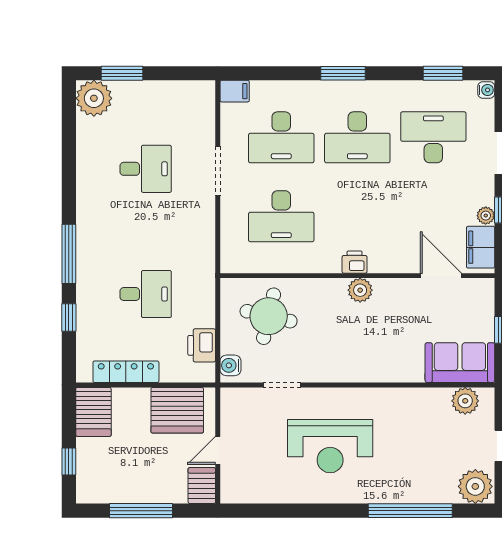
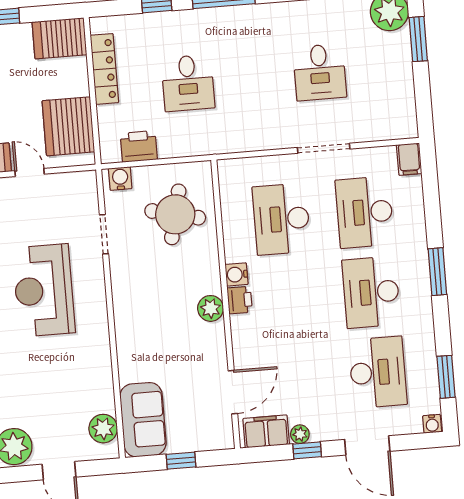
water cooler: (330, 263) -> (236, 274), added

